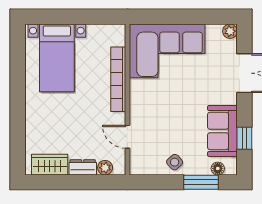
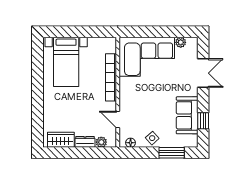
plant: (230, 31) -> (181, 42), moved
floor lamp: (218, 169) -> (131, 143), moved

